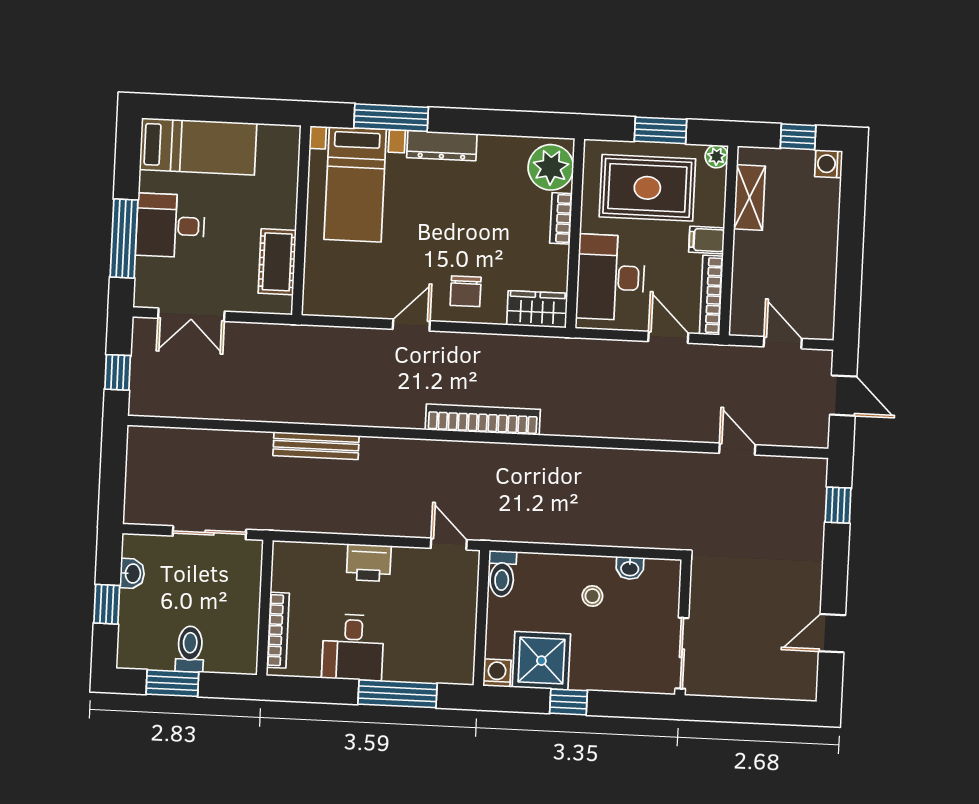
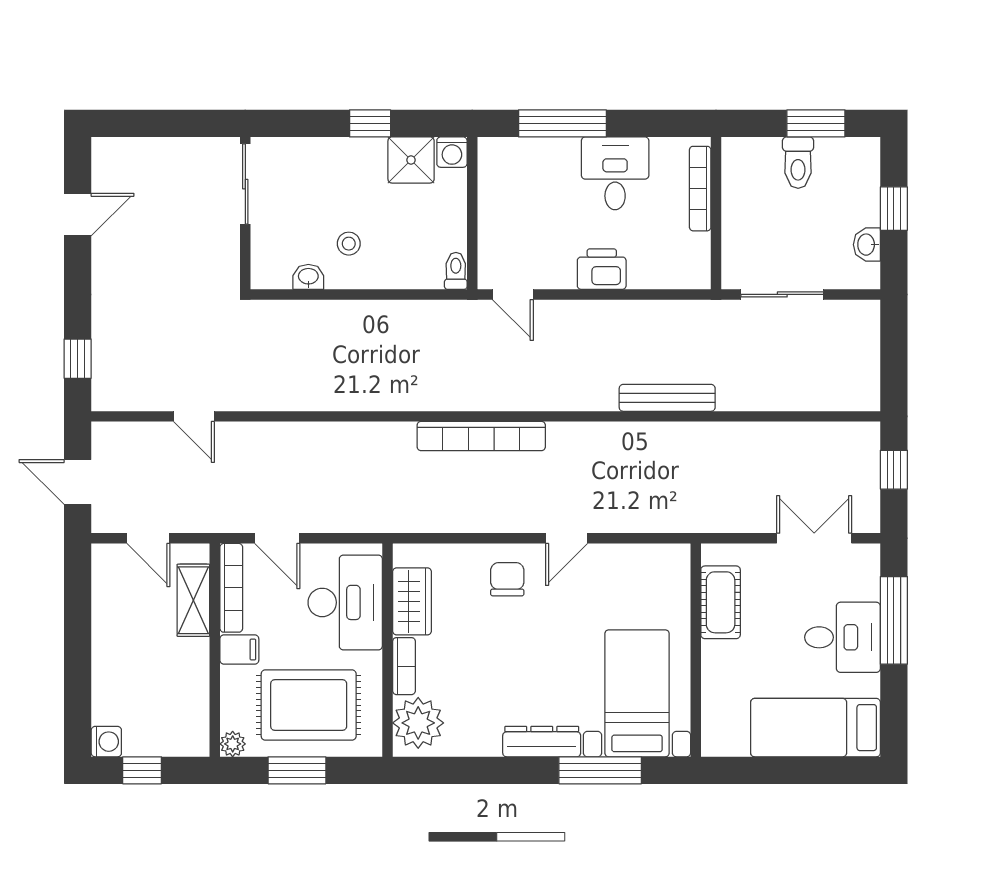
shelving: (750, 197) -> (193, 600), moved
wardrobe: (537, 309) -> (412, 601), moved, turned -90
toilet: (502, 574) -> (456, 271), width x0.73, depth x0.72
shower: (541, 661) -> (411, 160), width x0.73, depth x0.73

